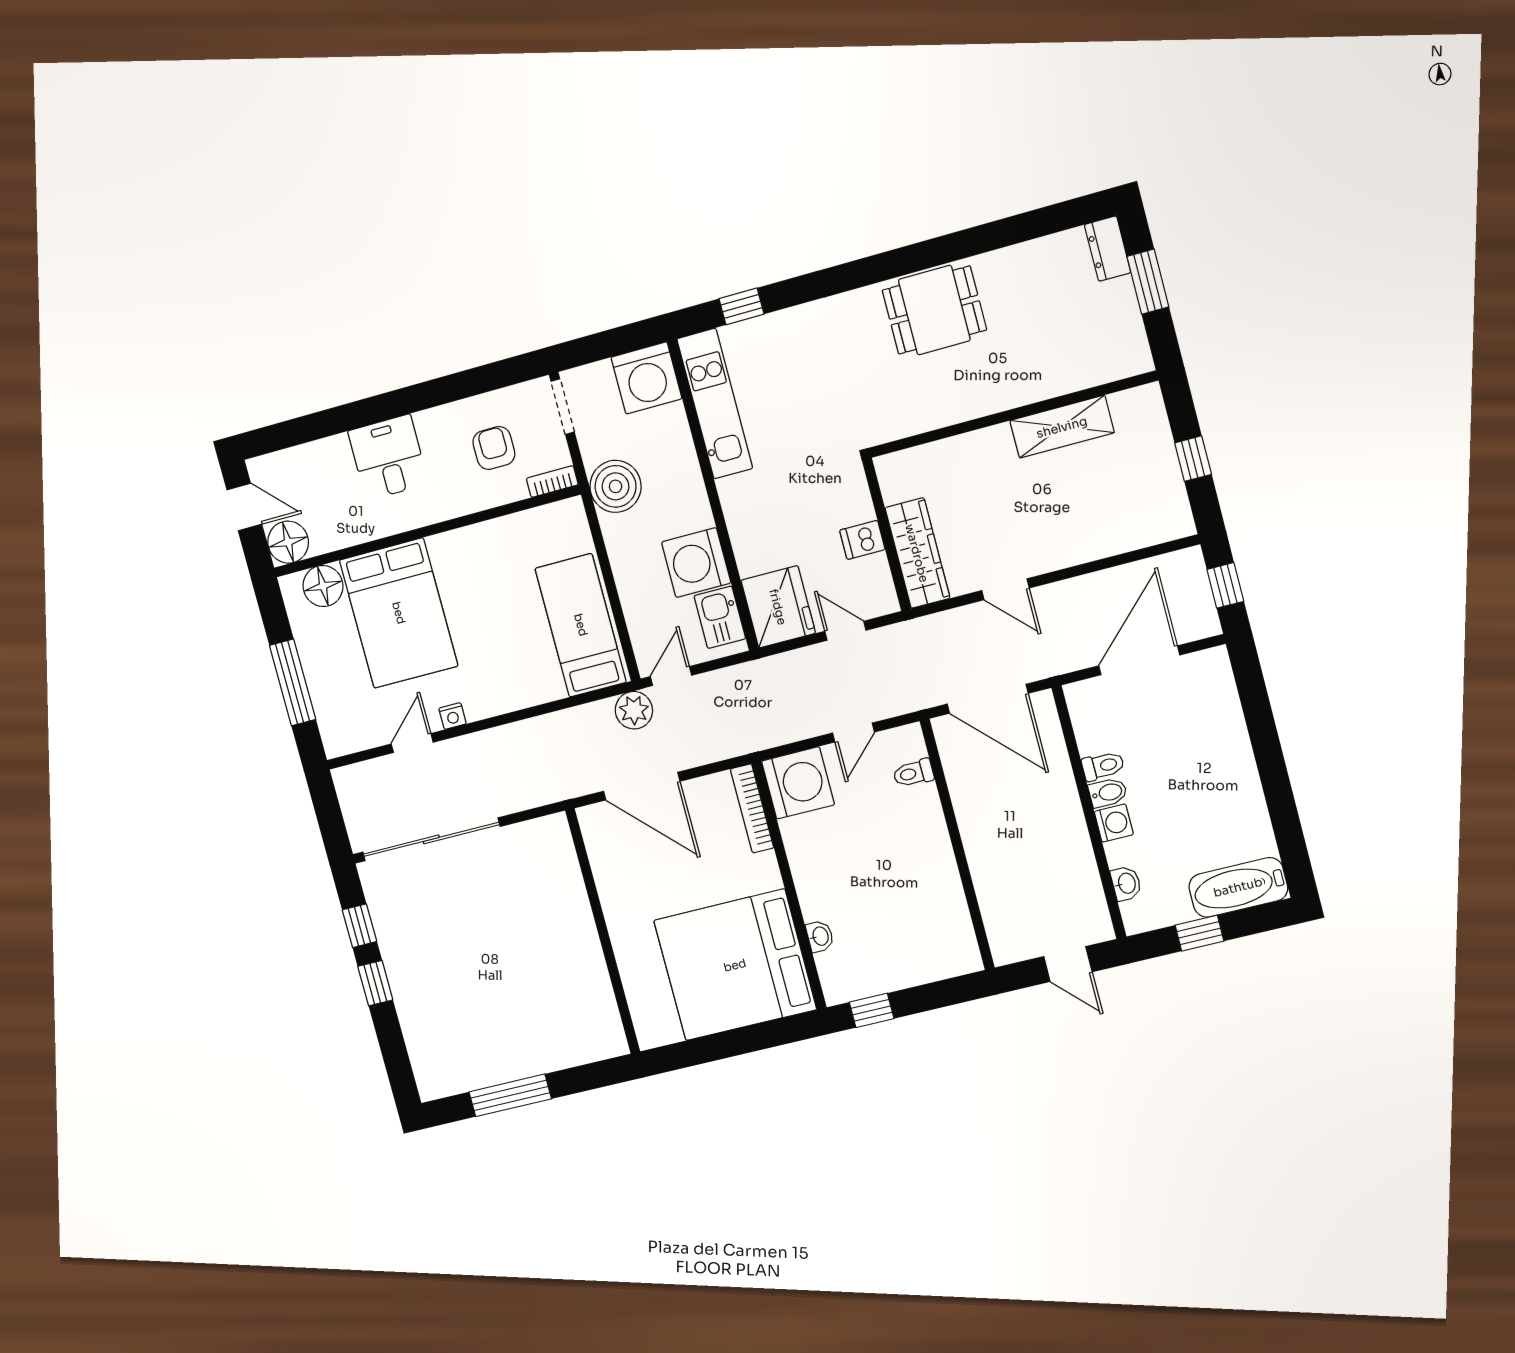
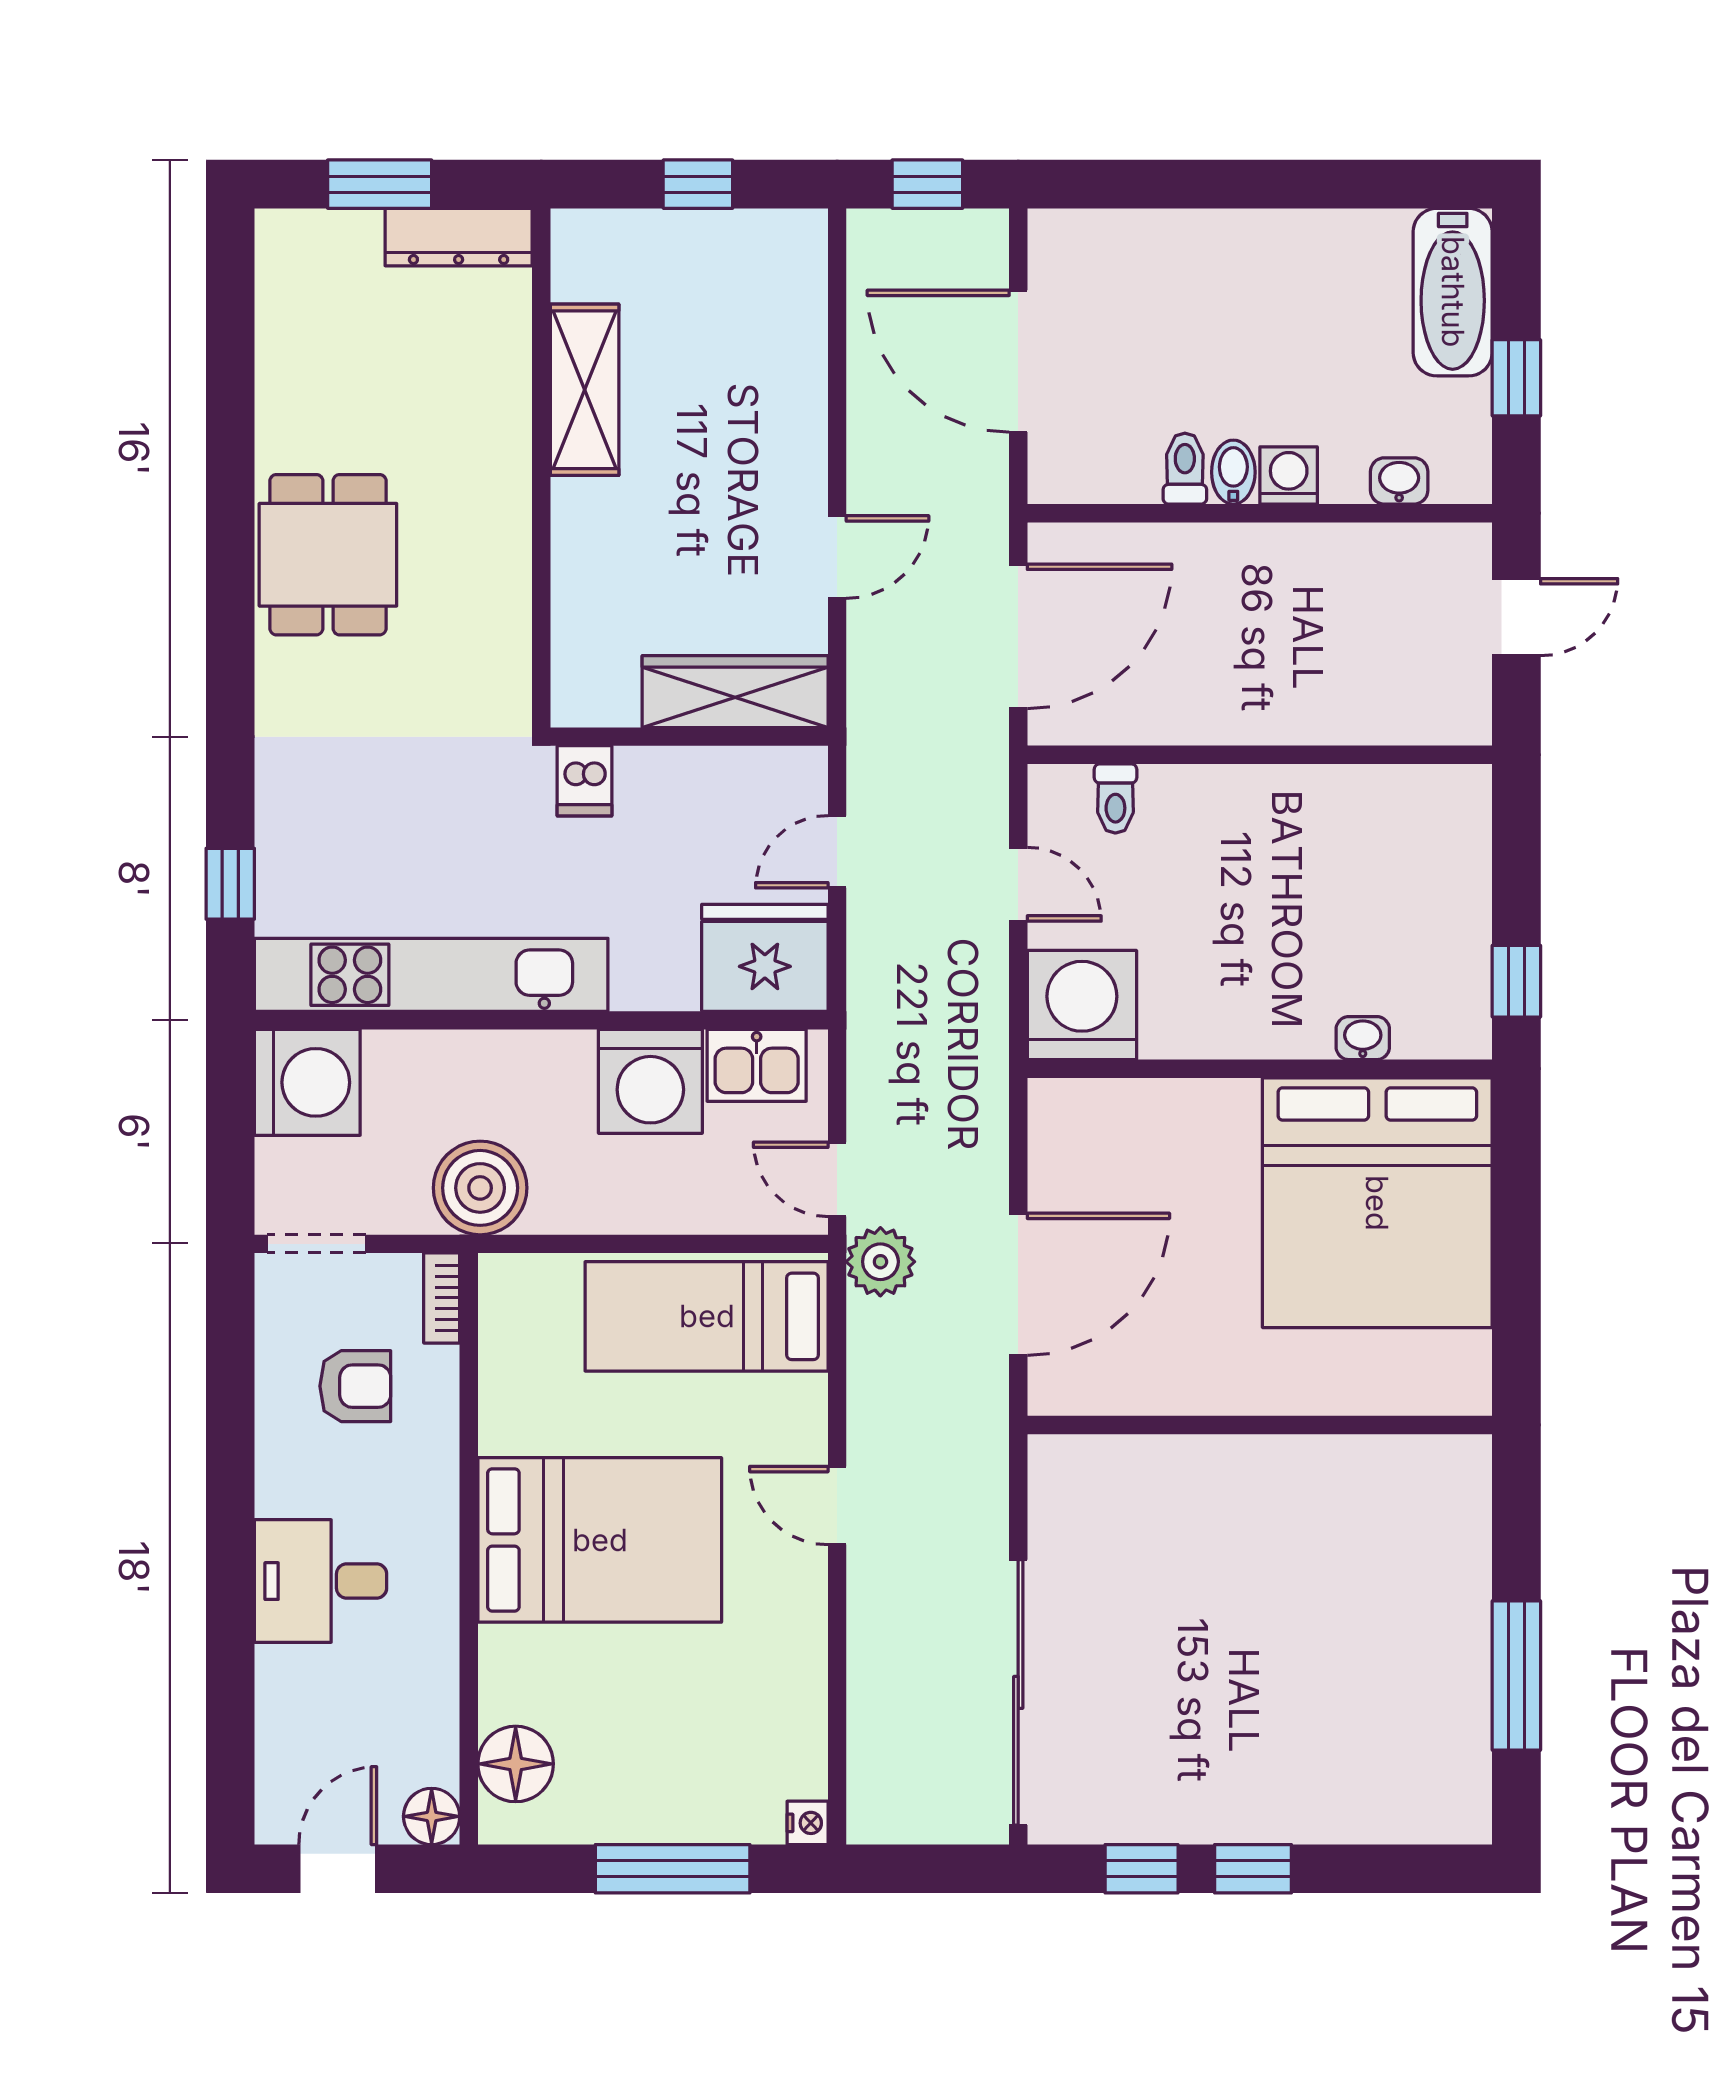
dresser: (1108, 249) -> (459, 237), moved, width x1.44
kitchen unit: (715, 404) -> (431, 975), width x1.36
armchair: (494, 448) -> (355, 1386), turned 180
dishwasher: (862, 540) -> (585, 781), moved
floor lamp: (288, 542) -> (432, 1816), width x0.73, depth x0.73
bed: (399, 613) -> (600, 1540), moved
nightstand: (453, 716) -> (808, 1823), moved
door: (412, 743) -> (837, 1506), moved
bookcase: (752, 808) -> (1107, 1098), removed

